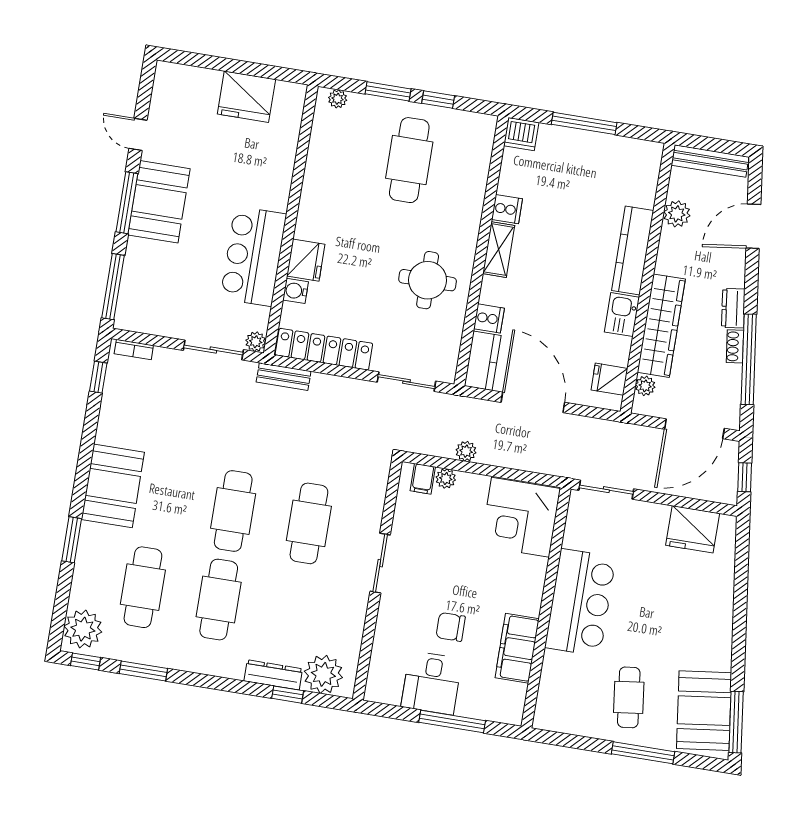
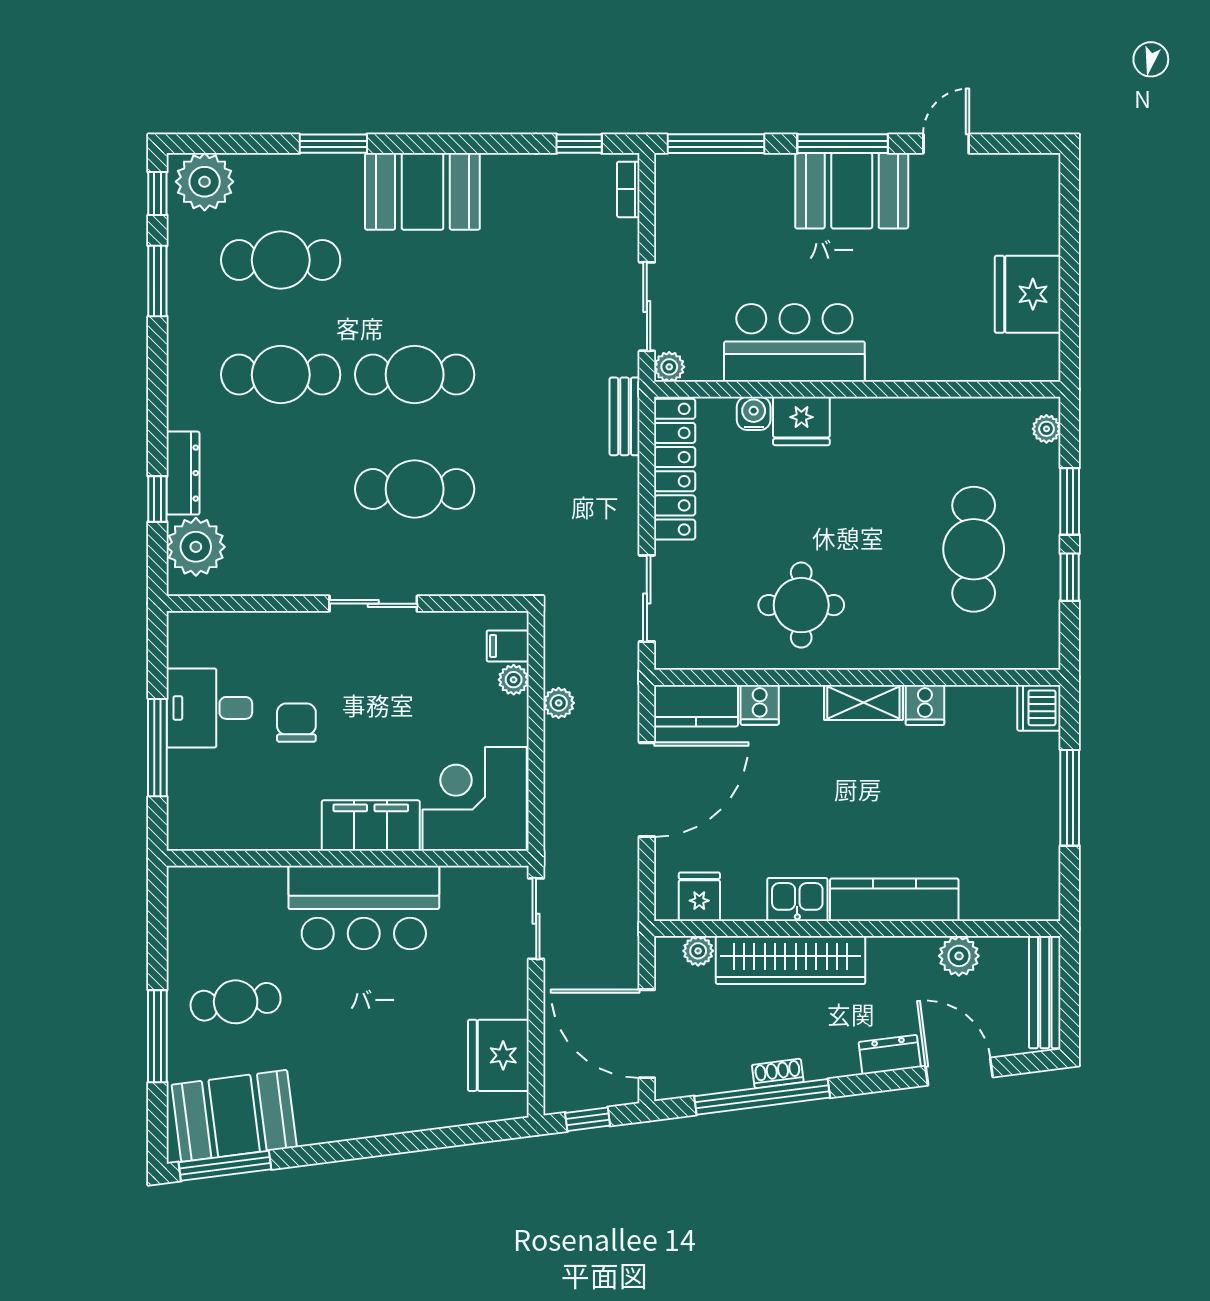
cafe table: (409, 160) -> (974, 549), turned 90
dresser: (733, 308) -> (890, 1055), moved
filing cabinet: (517, 648) -> (371, 826), moved

